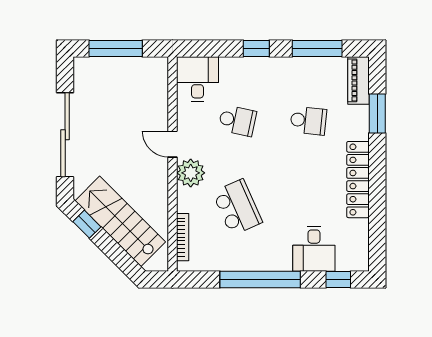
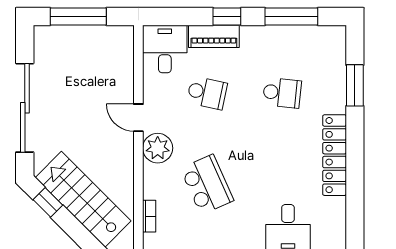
piano: (358, 80) -> (214, 36), moved, turned -90
bookcase: (183, 237) -> (149, 216), width x0.64

